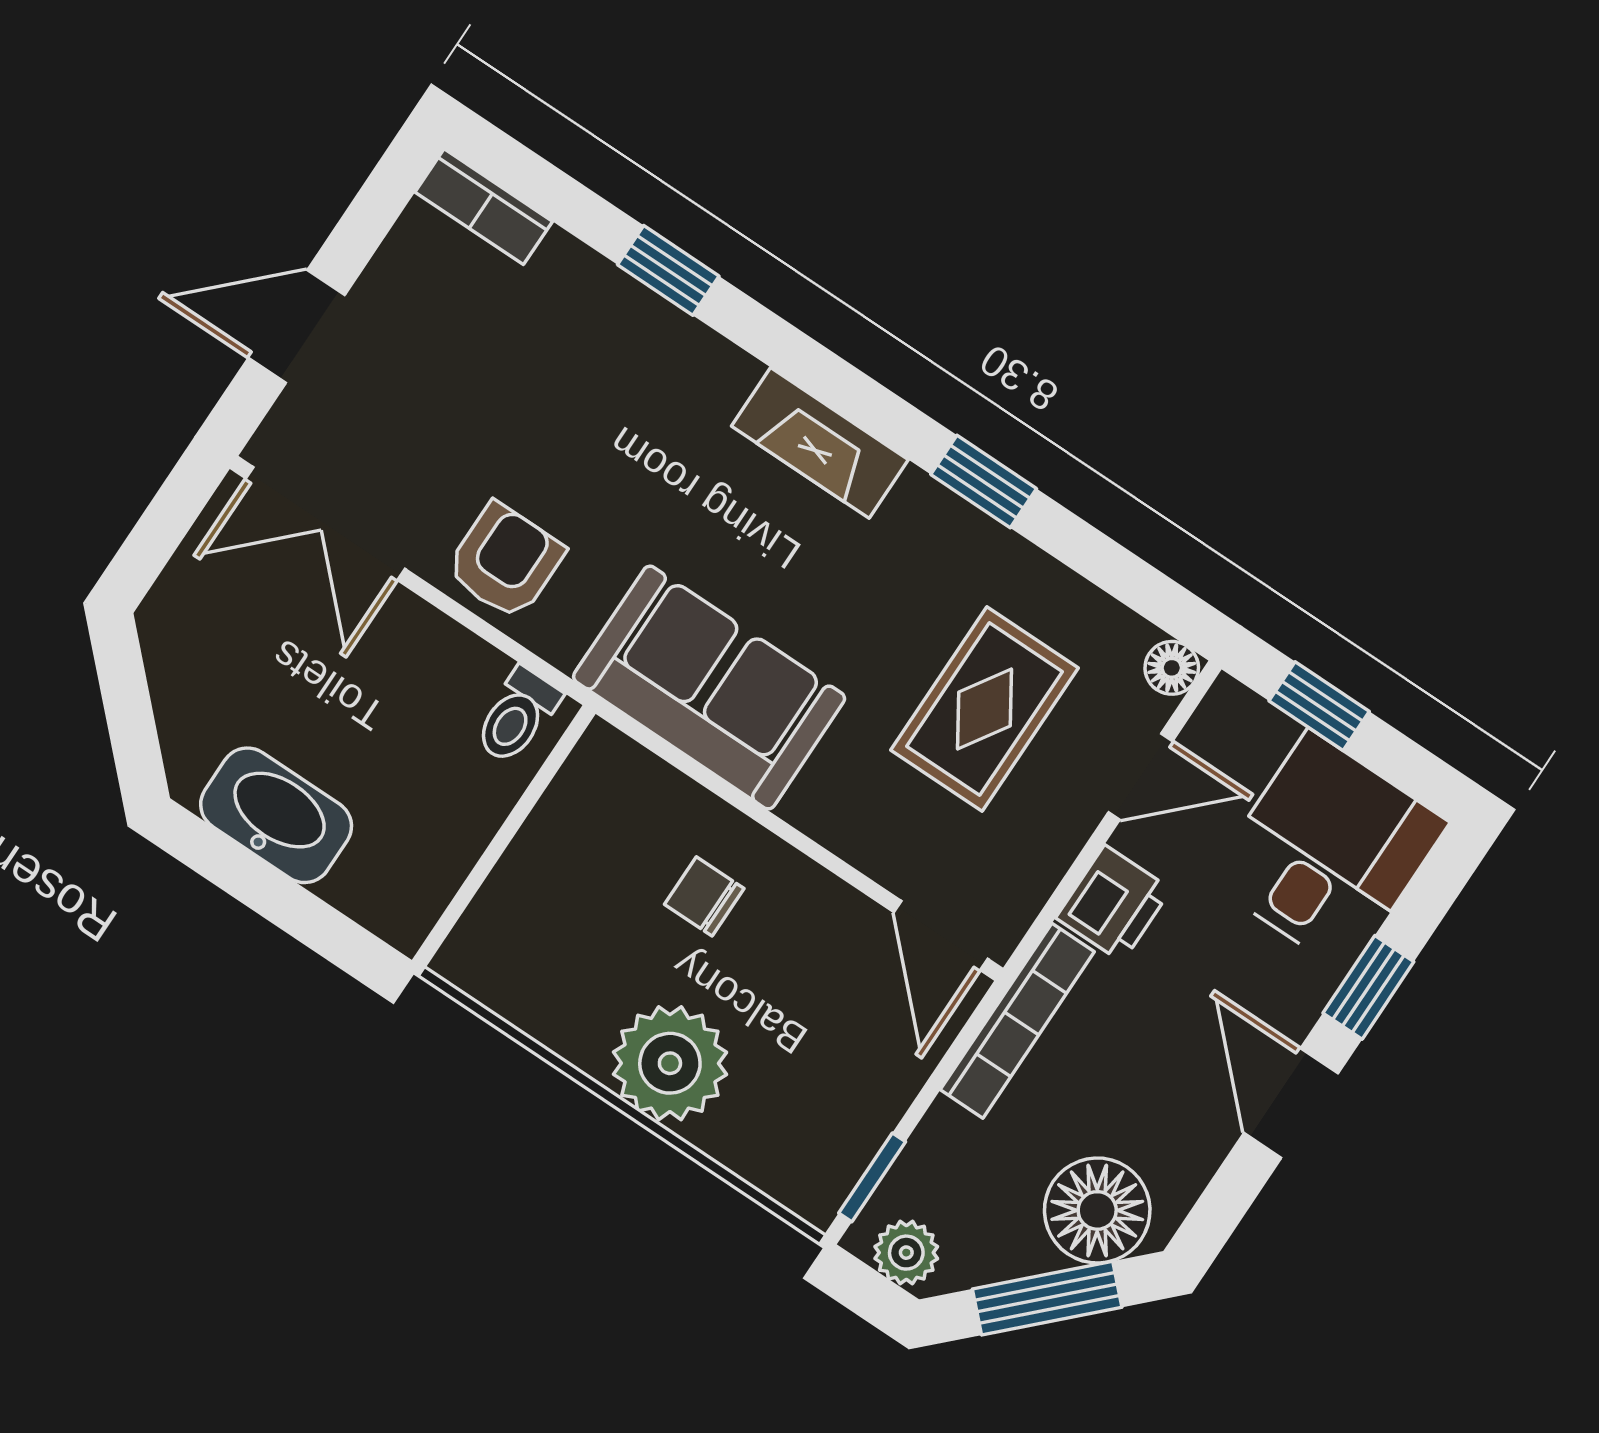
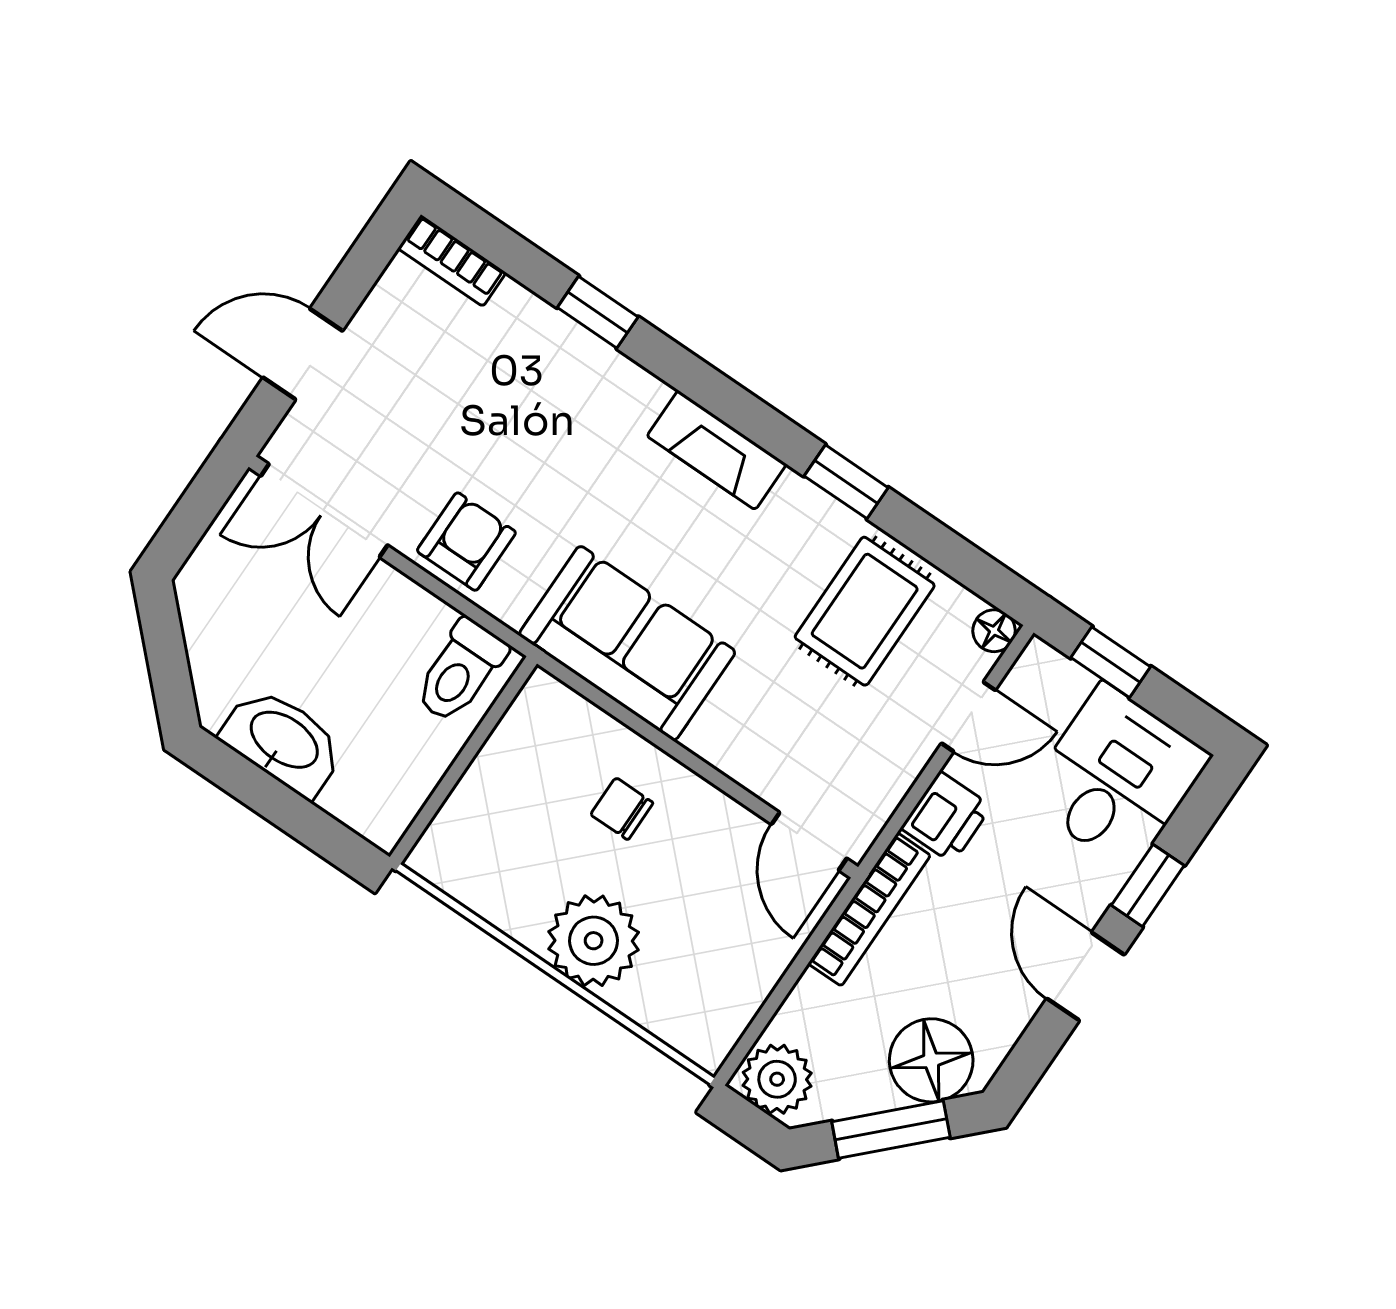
rug: (984, 709) -> (865, 611), moved
toilet: (517, 716) -> (460, 671), width x1.37, depth x1.39
window: (872, 1177) -> (753, 1033), removed
plant: (906, 1253) -> (777, 1079), width x1.38, depth x1.38

